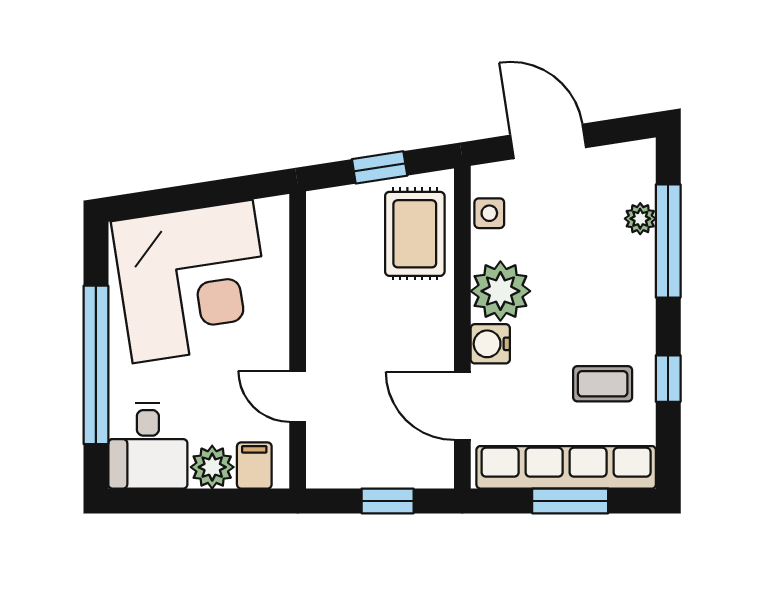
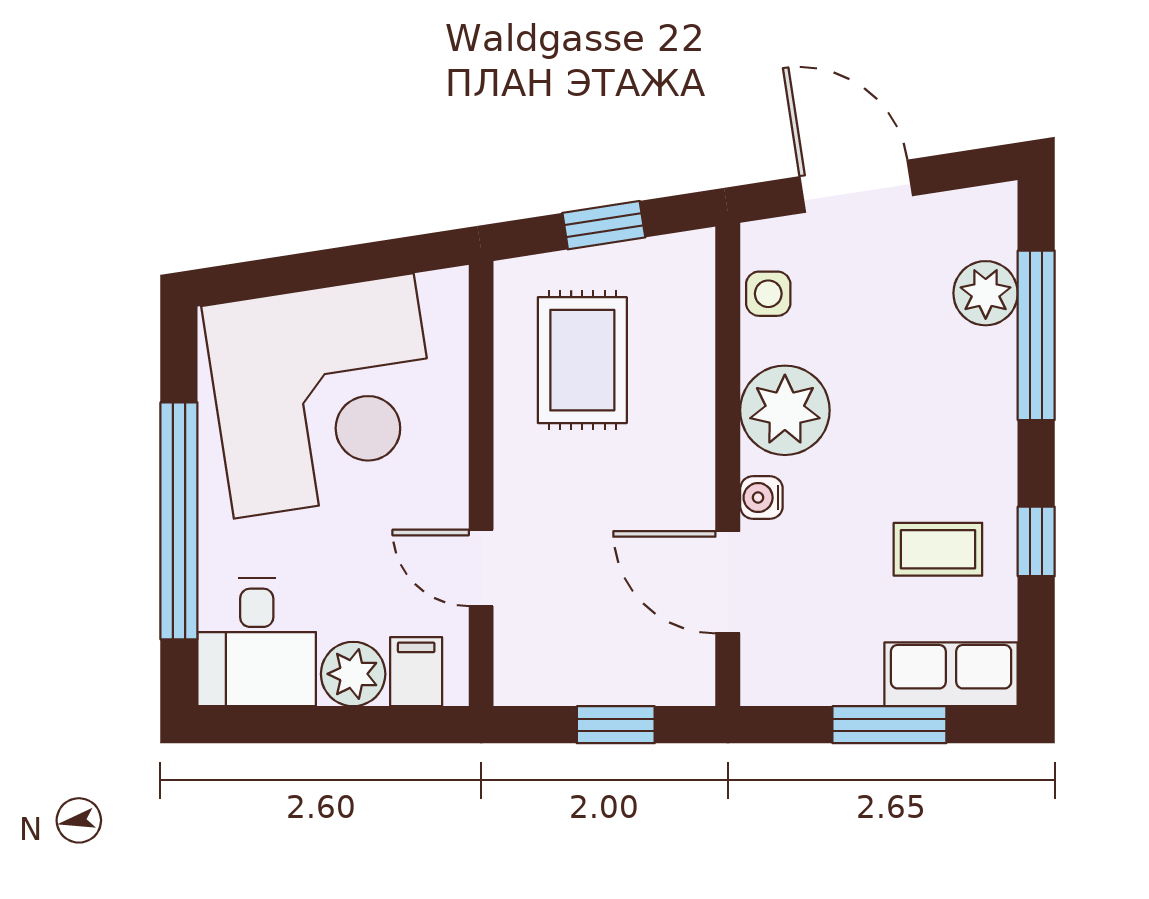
plant: (640, 219) -> (986, 293), width x1.38, depth x1.38
rug: (415, 234) -> (582, 360), moved
water cooler: (490, 344) -> (761, 498), width x0.72, depth x0.72
row of seats: (566, 467) -> (951, 674), width x0.50

